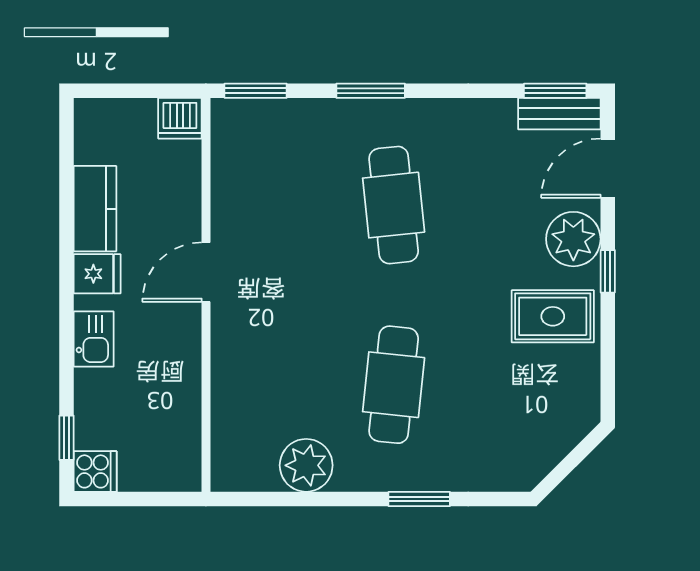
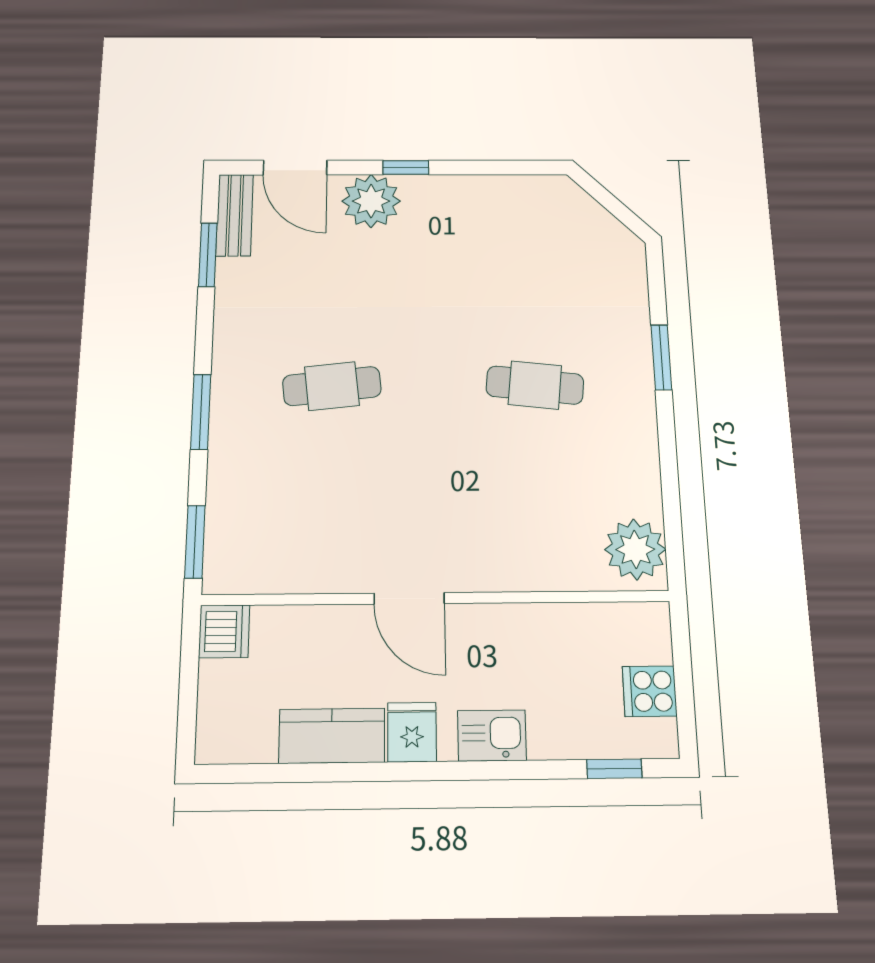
window: (555, 91) -> (208, 255), moved
cafe table: (394, 205) -> (332, 386), width x0.73, depth x0.74
rug: (553, 316) -> (455, 221), removed
cafe table: (394, 385) -> (535, 385), width x0.73, depth x0.74
plant: (306, 465) -> (635, 549), moved
cooker: (95, 471) -> (650, 691), moved, turned -90

